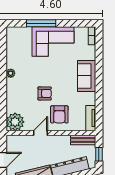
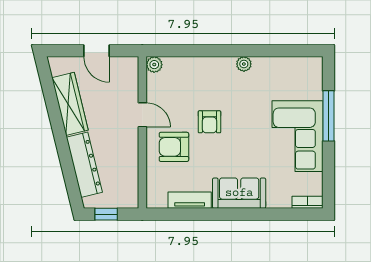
tv unit: (91, 118) -> (190, 200), moved
plant: (15, 122) -> (154, 65), width x0.53, depth x0.53
bench: (83, 140) -> (130, 187), removed

